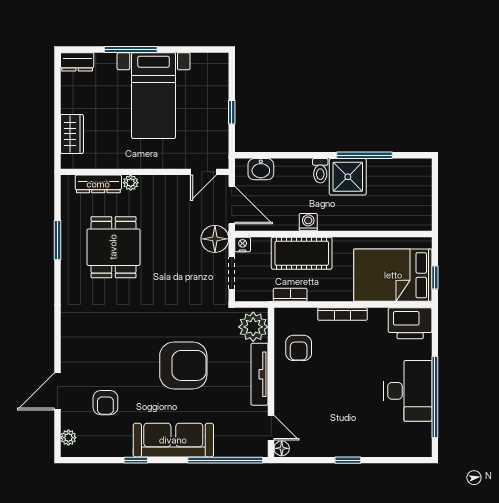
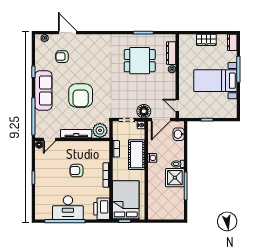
wardrobe: (72, 134) -> (206, 40), moved
armchair: (299, 348) -> (77, 171), moved

